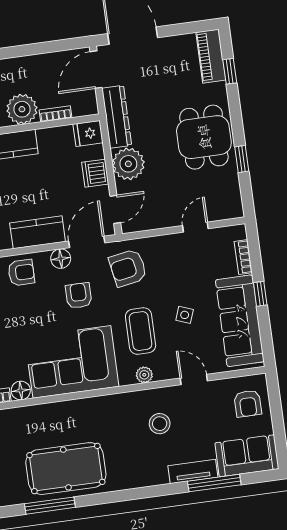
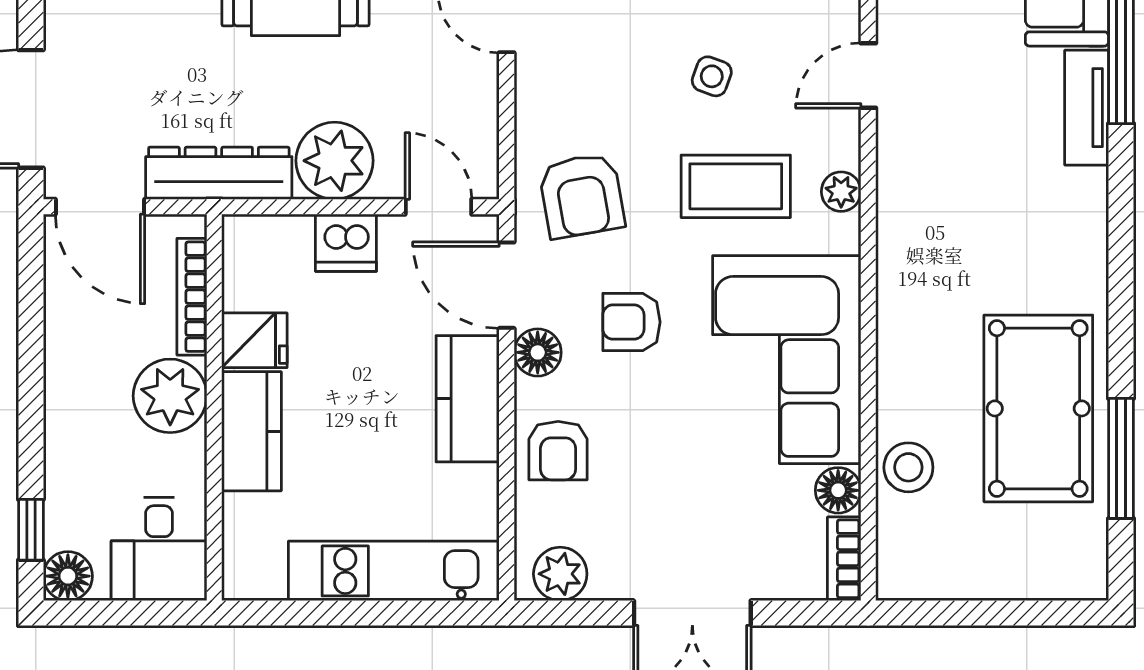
bookcase: (55, 114) -> (192, 297), width x1.56
fridge: (88, 133) -> (254, 340), moved, turned -90
armchair: (21, 273) -> (558, 451), turned 180
stool: (160, 424) -> (908, 467), moved

